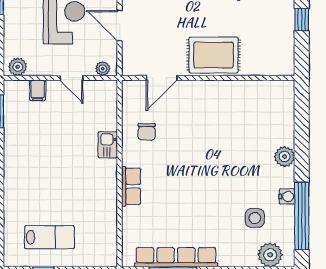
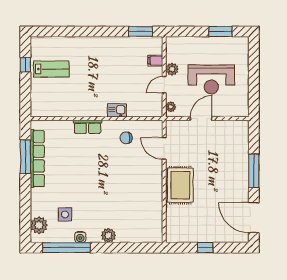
plant: (18, 67) -> (172, 69), moved
lab bench: (49, 237) -> (51, 69), turned -90

